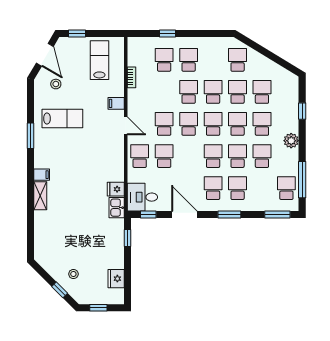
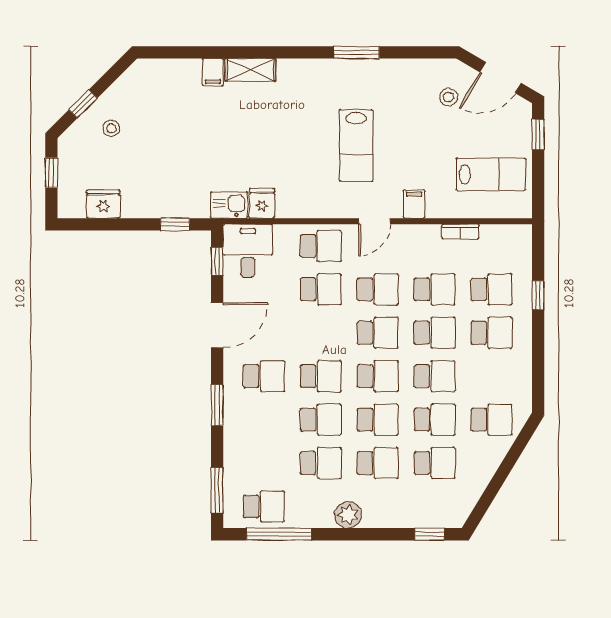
window: (302, 111) -> (429, 534), moved
lab bench: (62, 119) -> (356, 145), moved
filing cabinet: (42, 175) -> (213, 72), moved
school desk: (238, 188) -> (435, 289), moved

